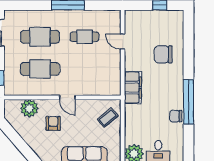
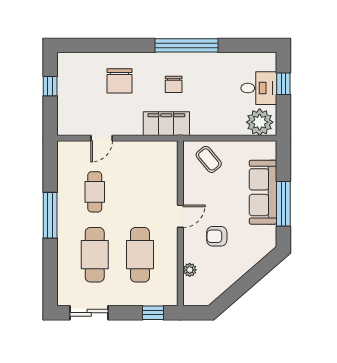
plant: (29, 108) -> (190, 270), width x0.53, depth x0.53
chair: (176, 116) -> (174, 84), moved

